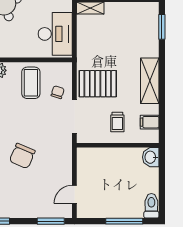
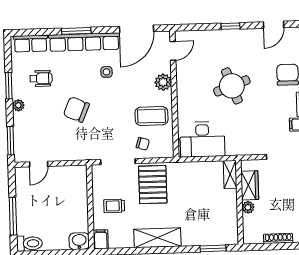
filing cabinet: (150, 122) -> (101, 239), moved
door: (74, 194) -> (39, 164), swing flipped
plant: (16, 212) -> (18, 105), added

